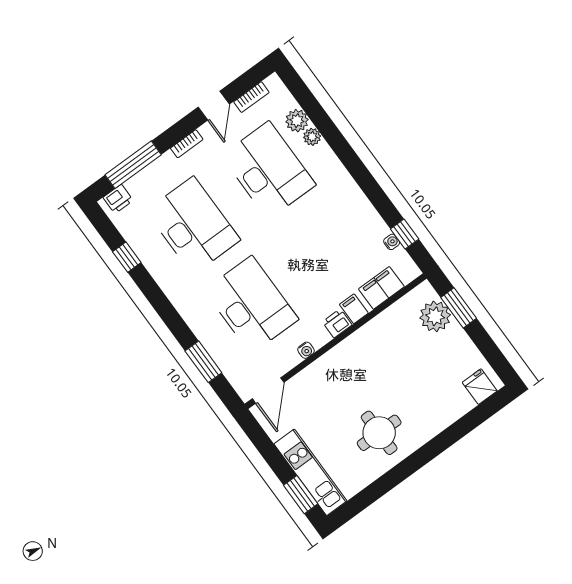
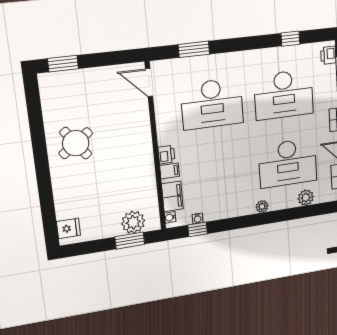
plant: (312, 137) -> (262, 206), moved
water cooler: (306, 350) -> (170, 217), moved
round table: (379, 433) -> (76, 143), turned -36
kitchen unit: (310, 472) -> (75, 80), removed

